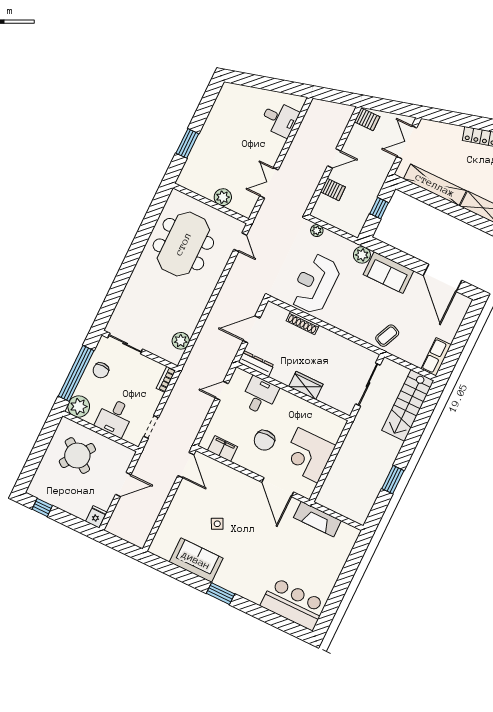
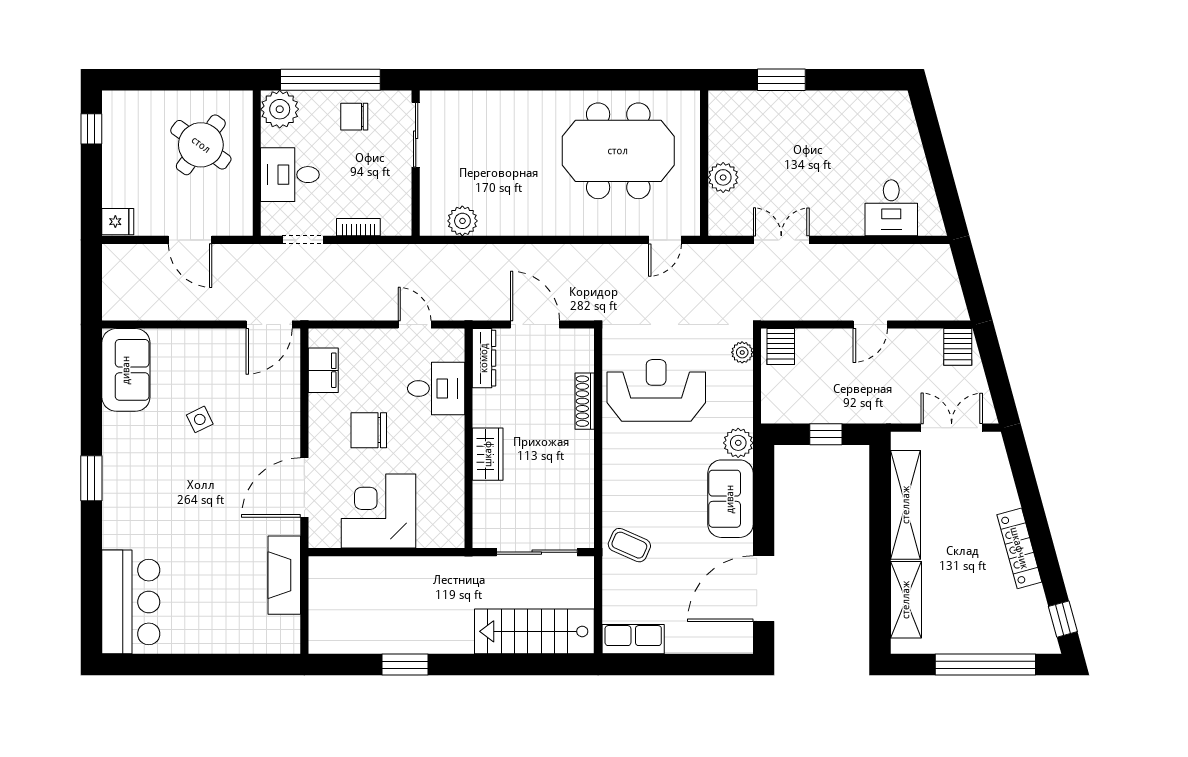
door: (334, 158) -> (870, 324), hinge flipped
server rack: (333, 189) -> (781, 346), moved
bookcase: (166, 379) -> (358, 227), moved
sofa: (196, 560) -> (126, 370), moved

